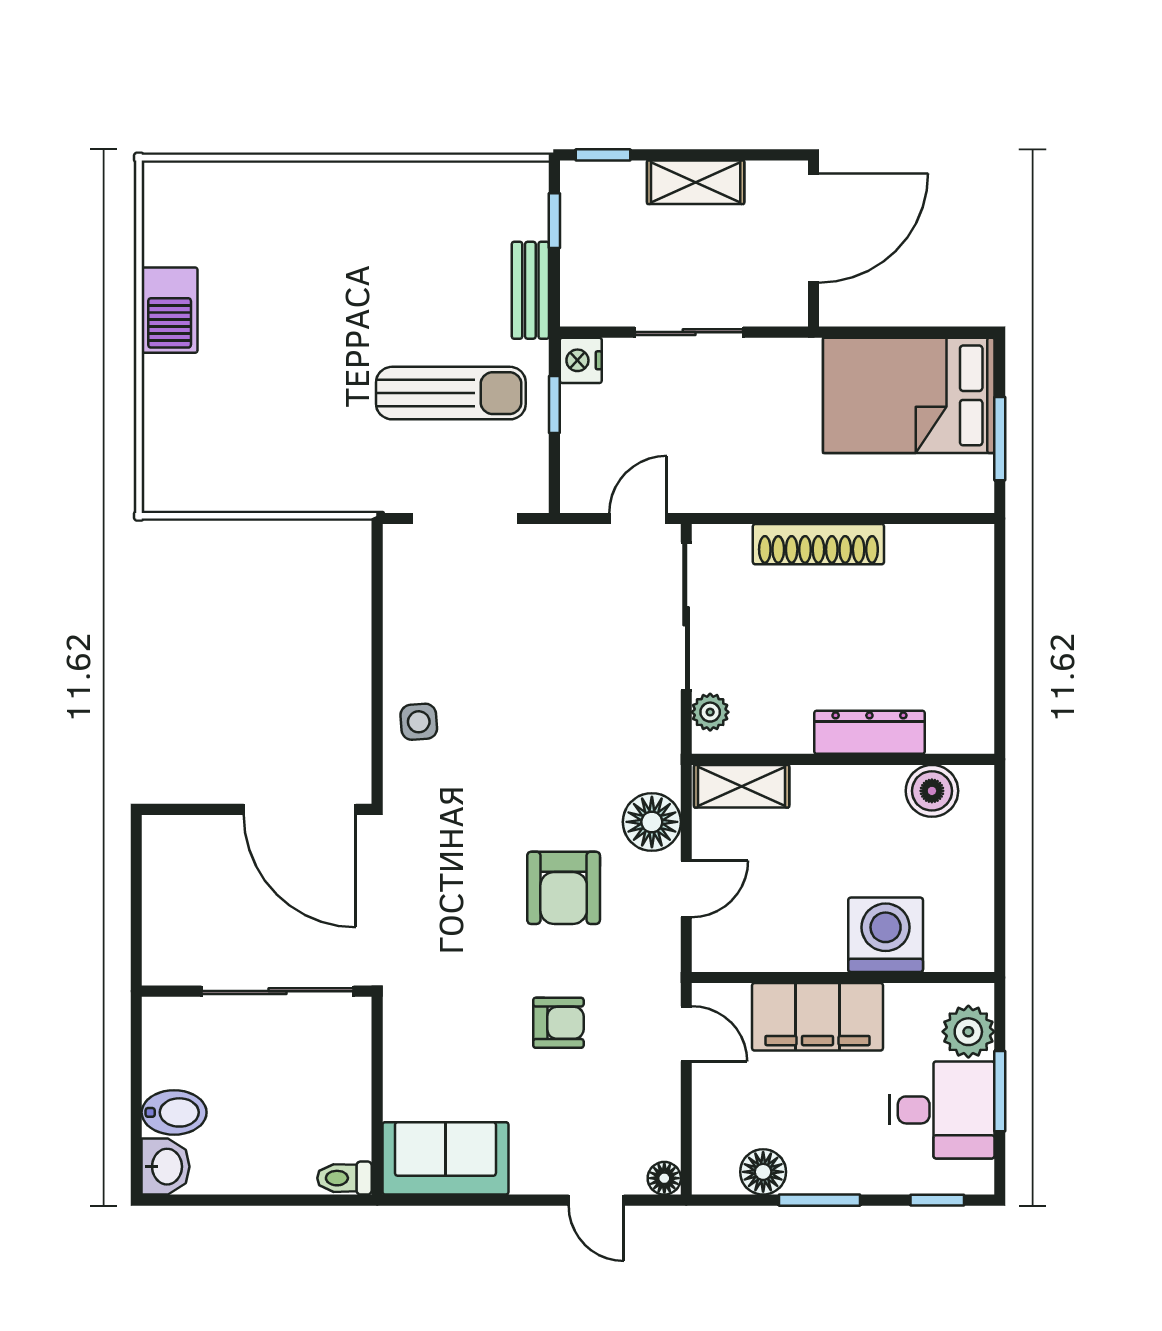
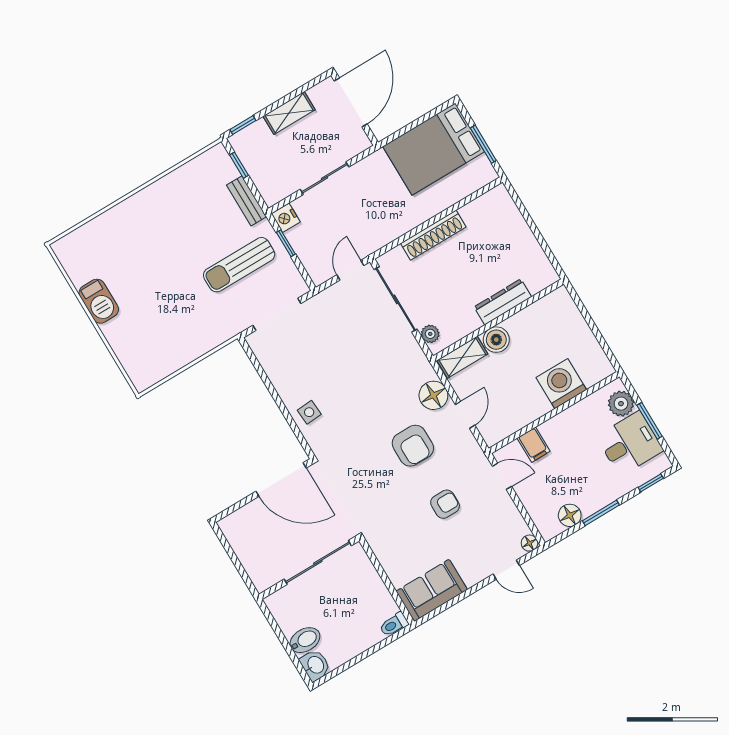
sun lounger: (451, 393) -> (239, 265), turned 180
boiler: (932, 791) -> (496, 340), moved
filing cabinet: (818, 1017) -> (534, 445), width x0.33, depth x0.86

